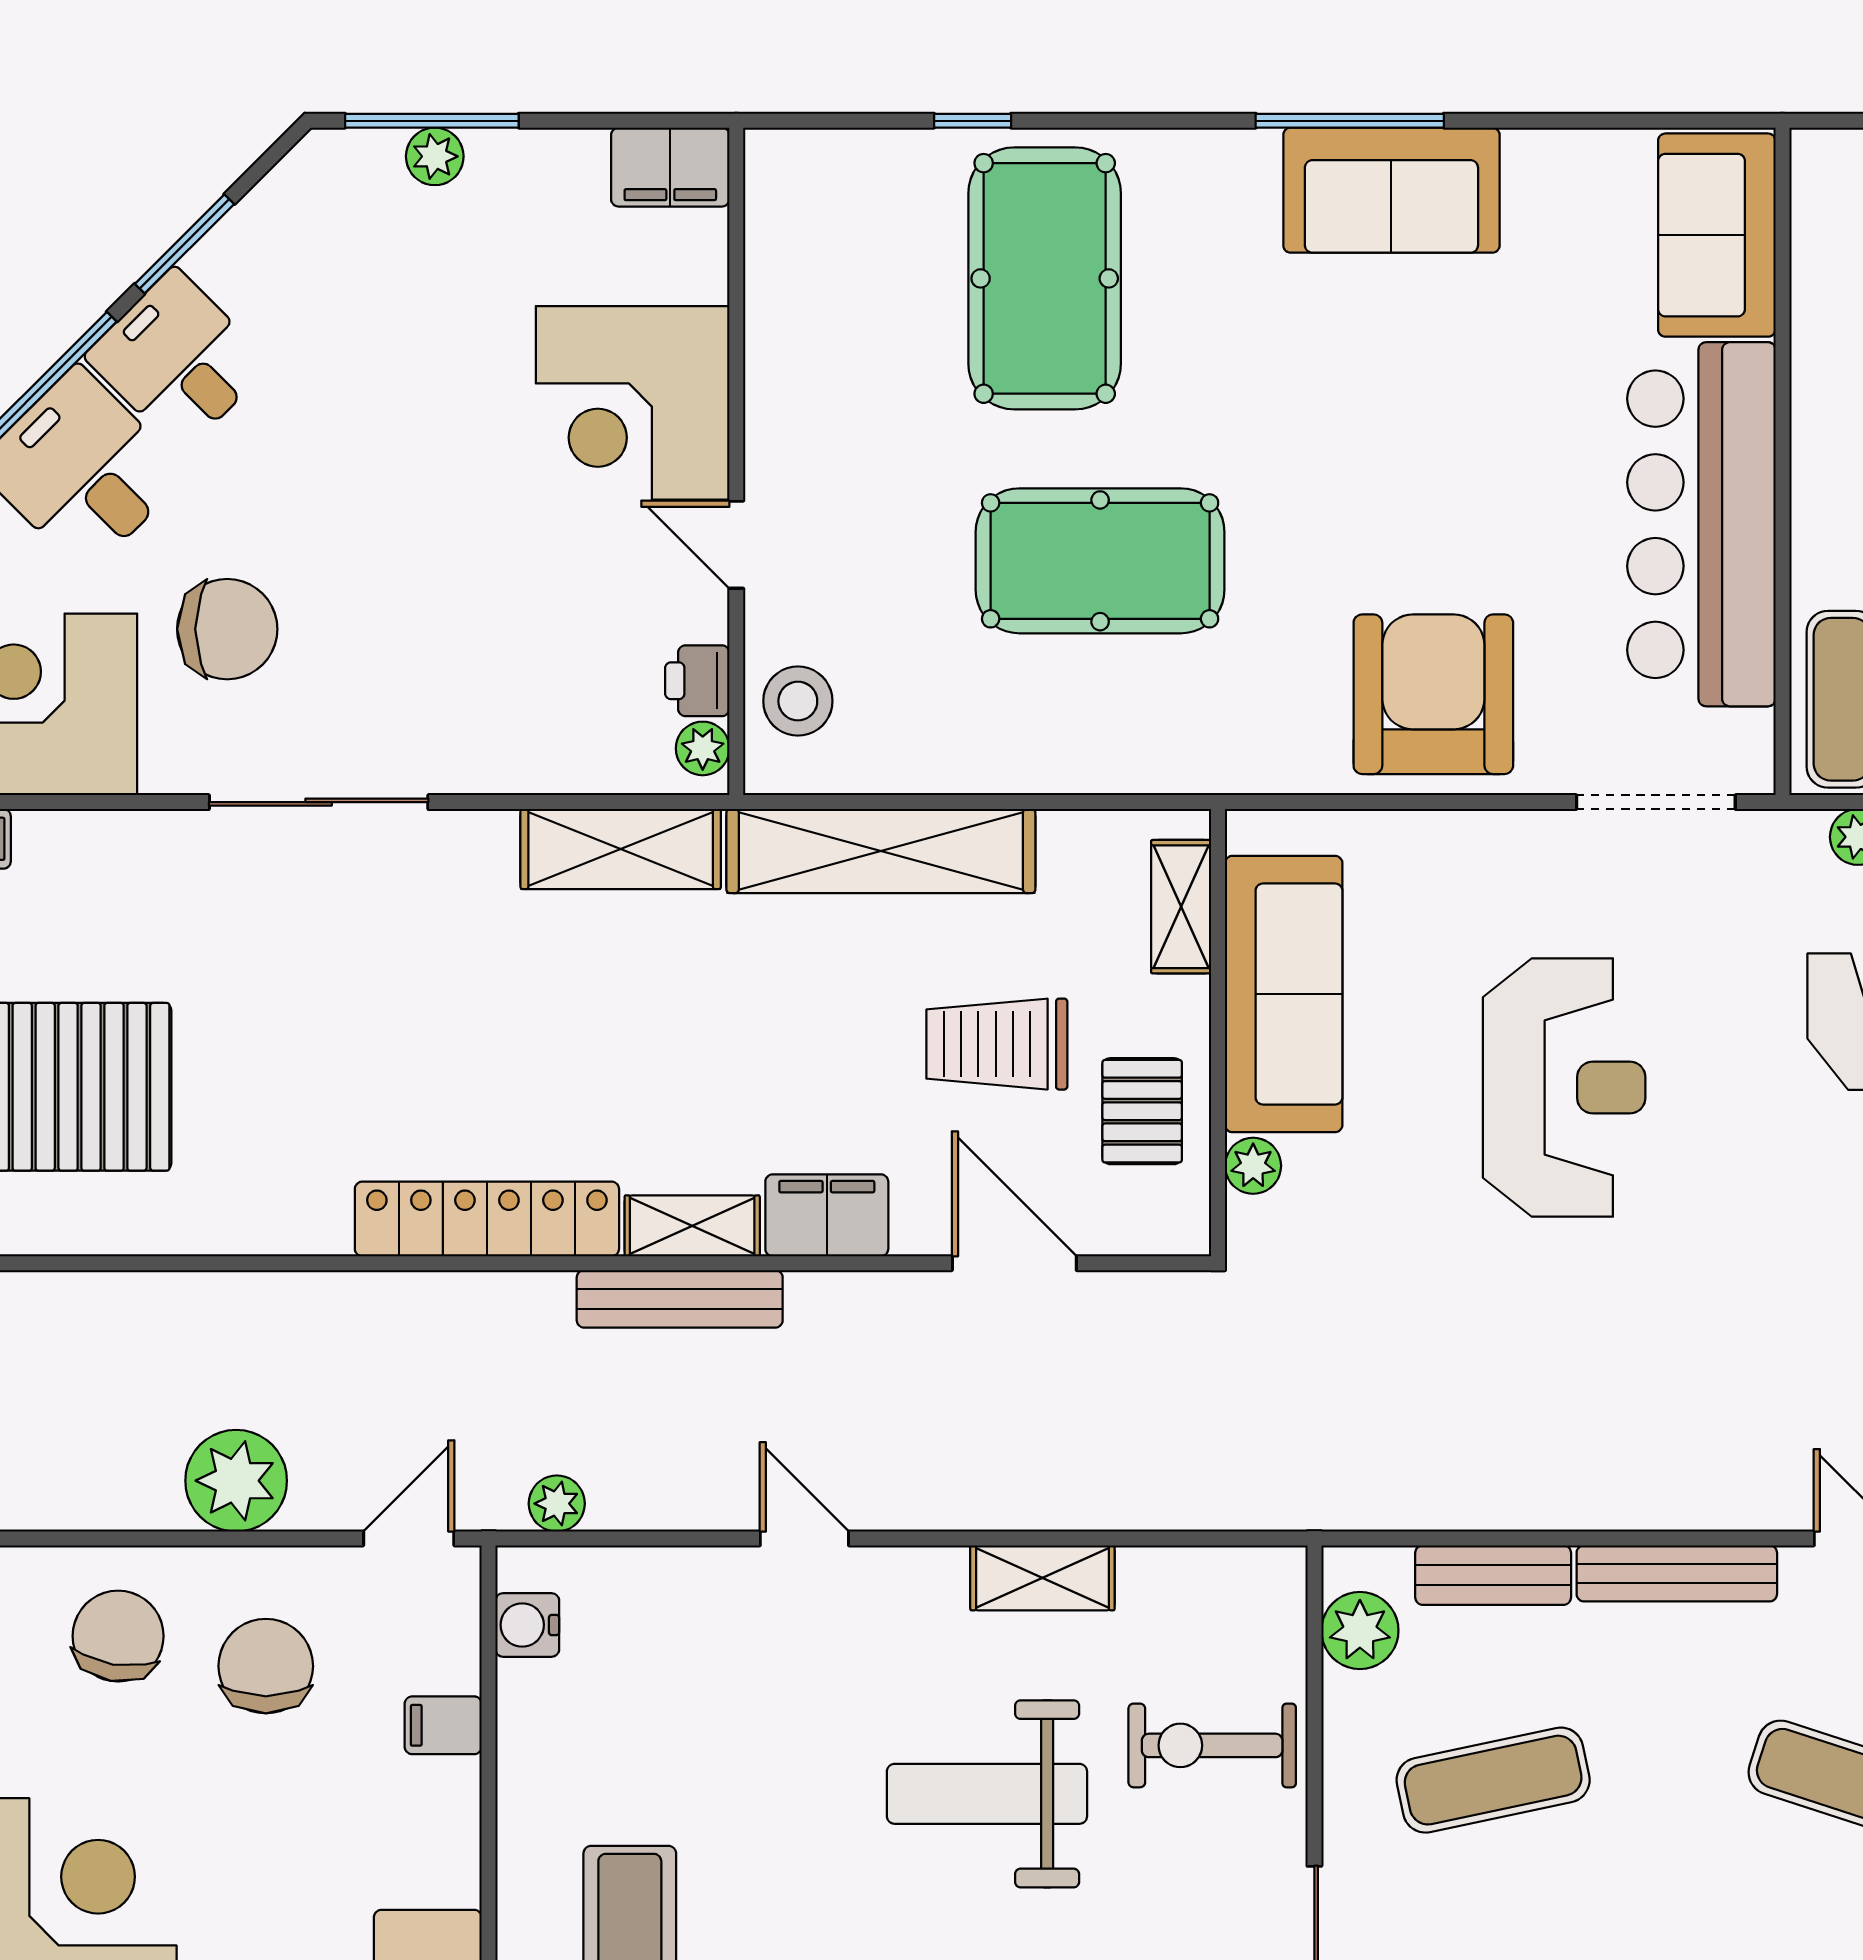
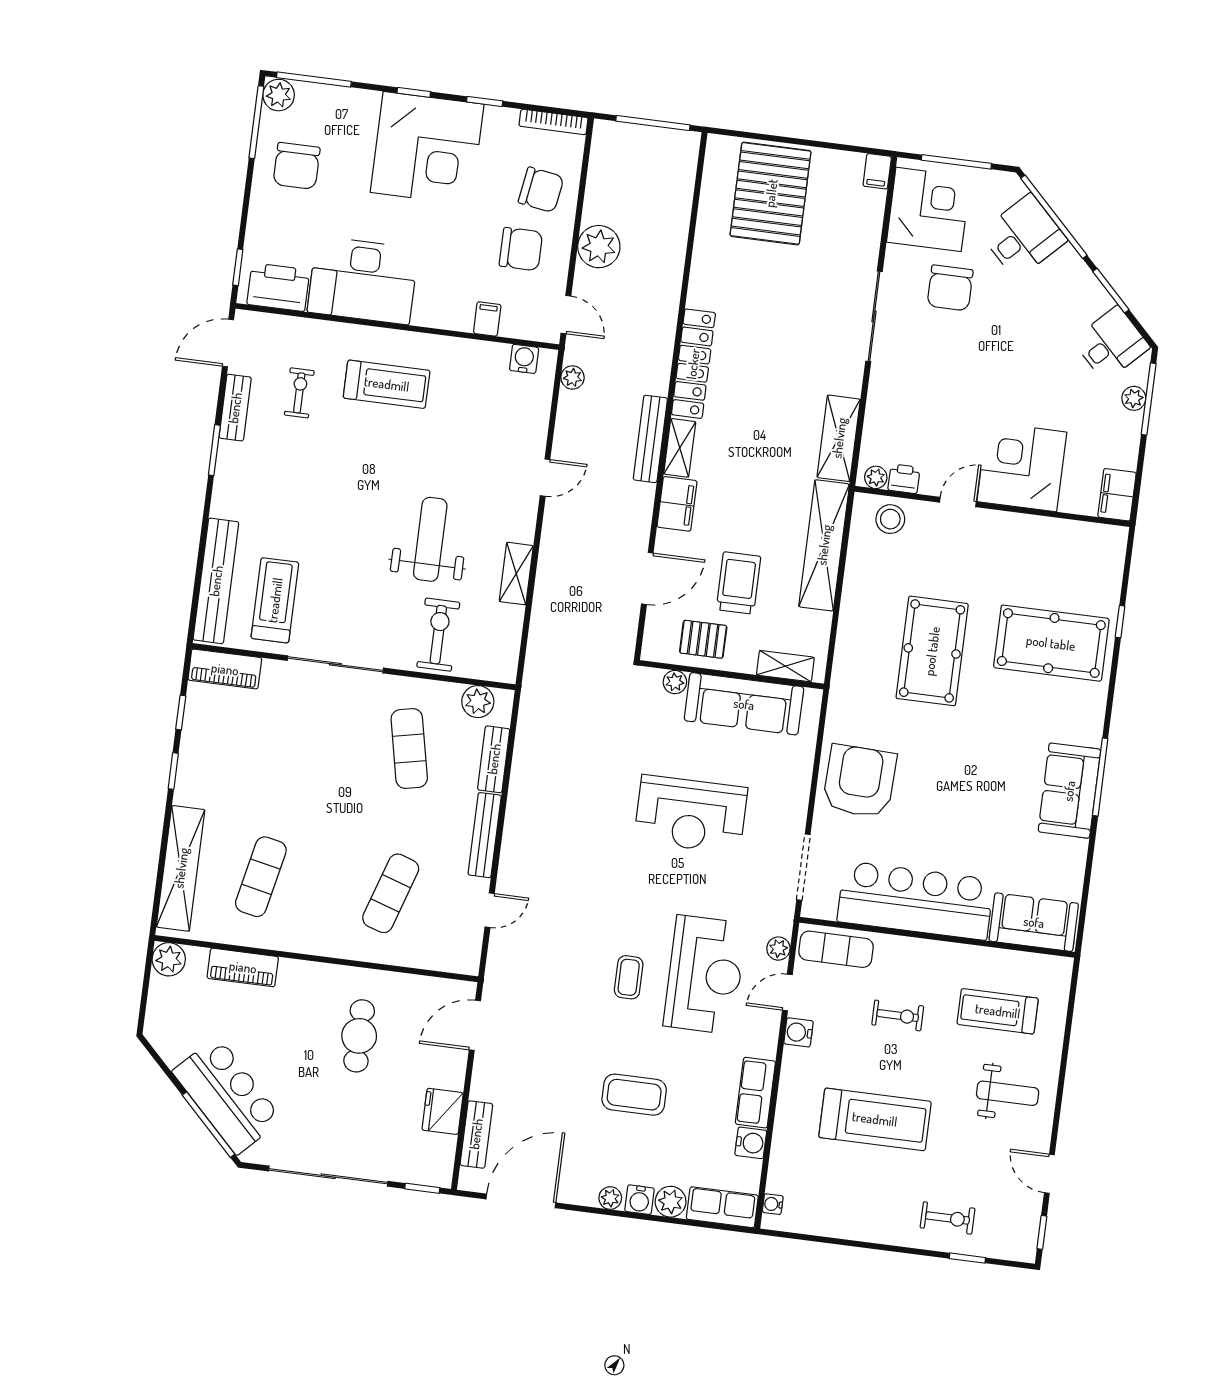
desk: (178, 360) -> (1111, 344), moved
armchair: (1433, 694) -> (860, 781), turned -88

